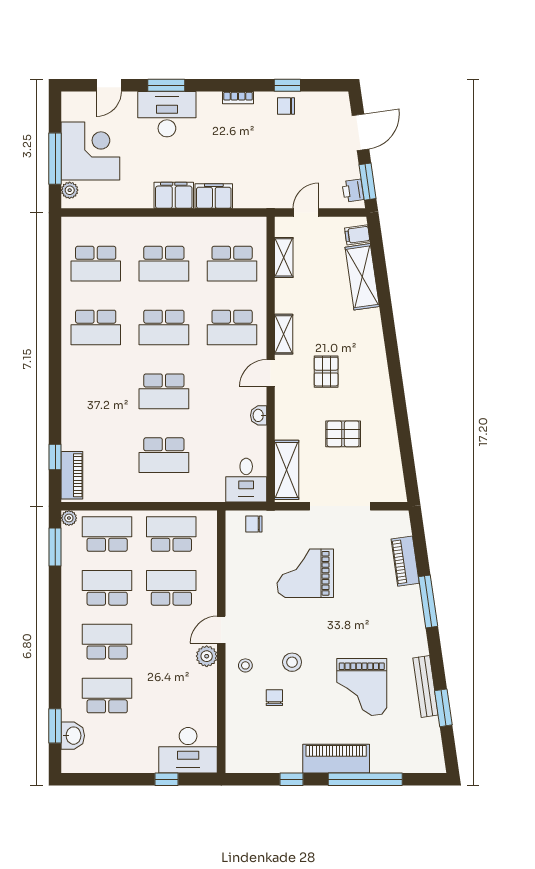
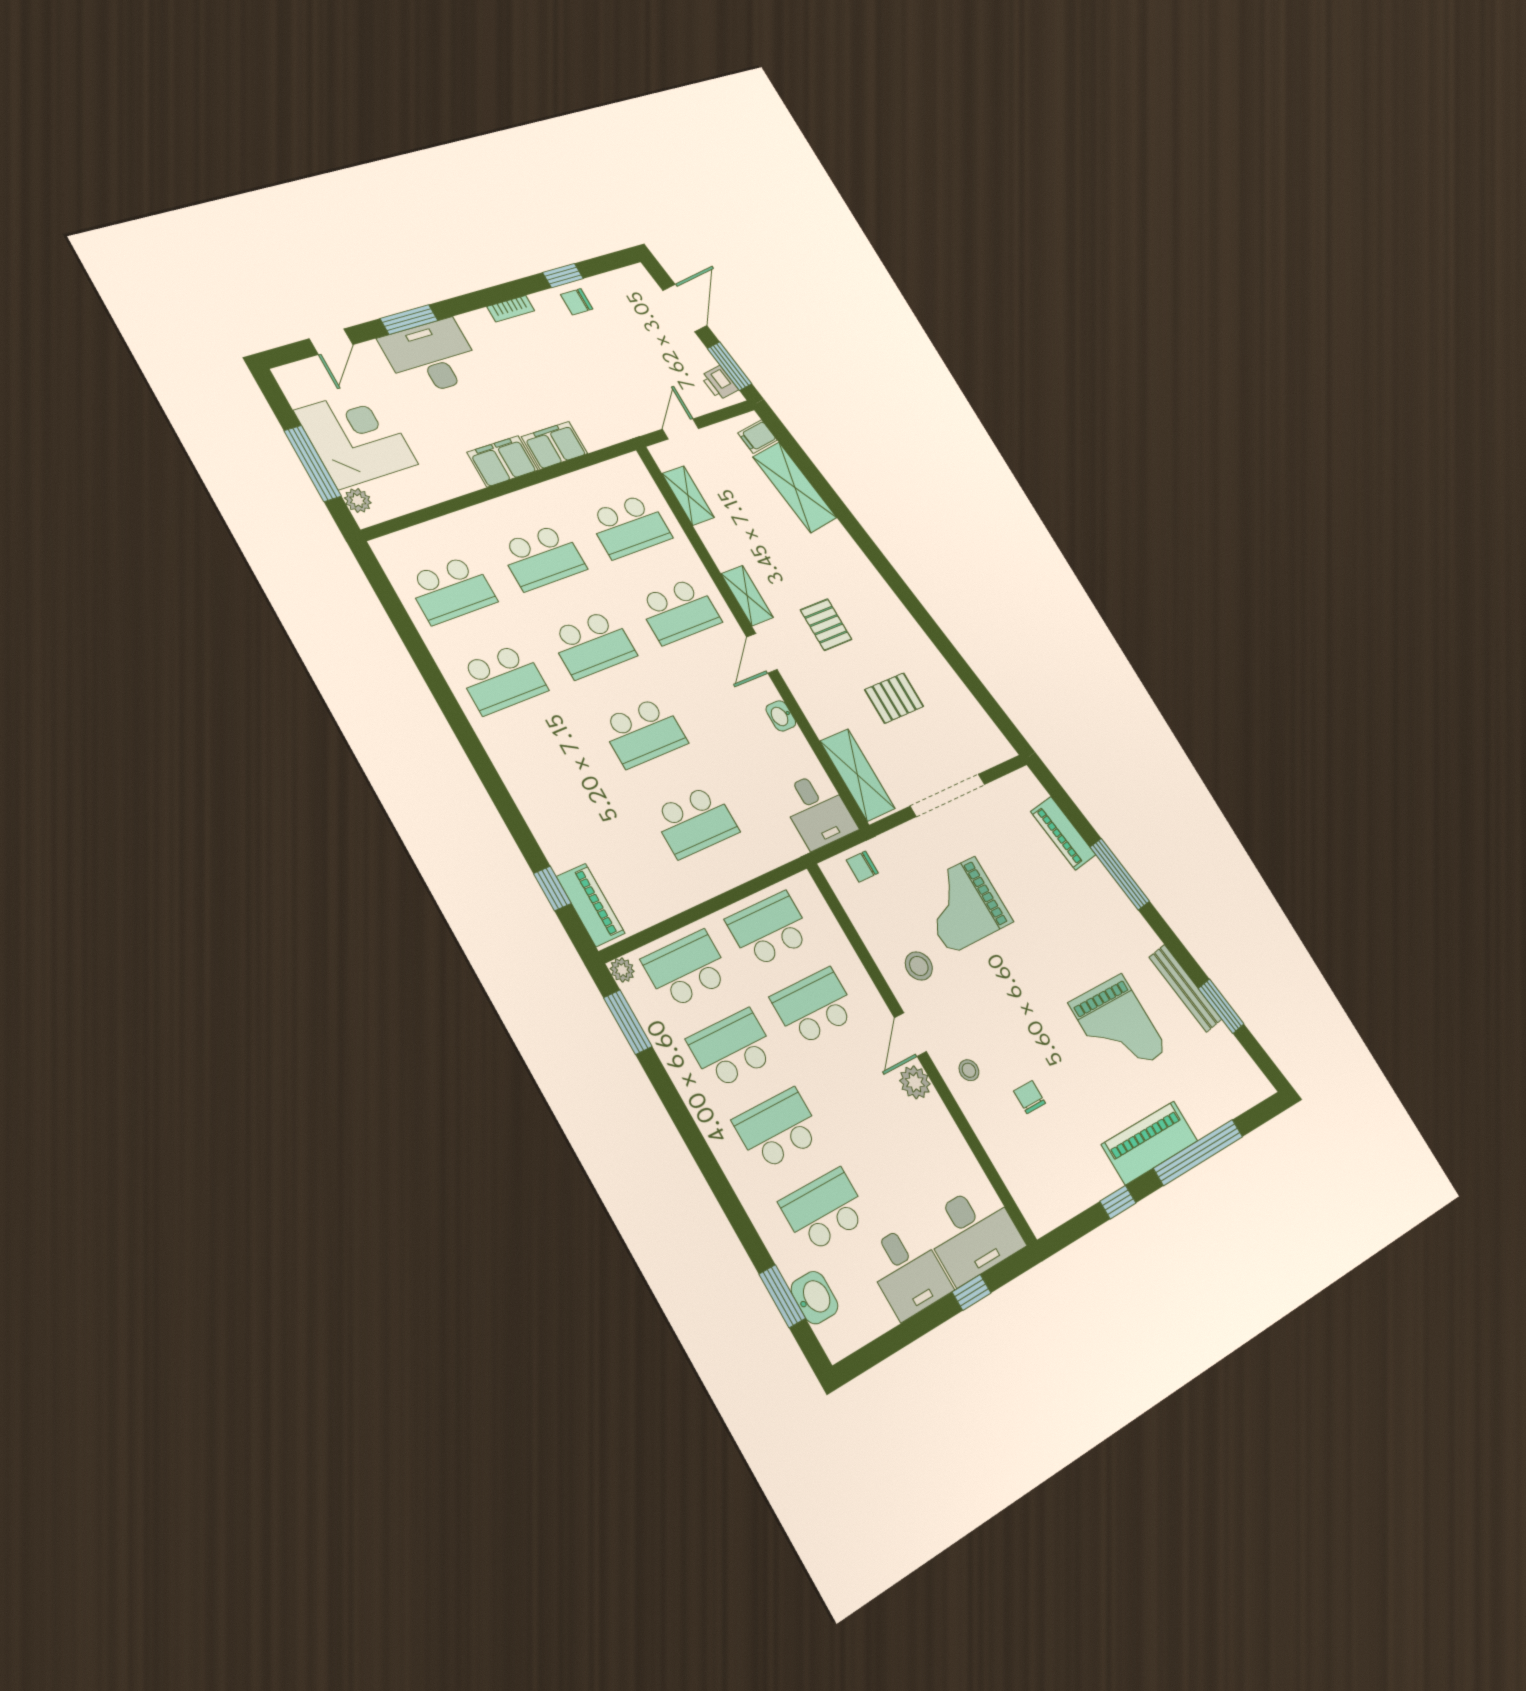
stool: (292, 662) -> (919, 966), moved
desk: (136, 750) -> (908, 1271), added

